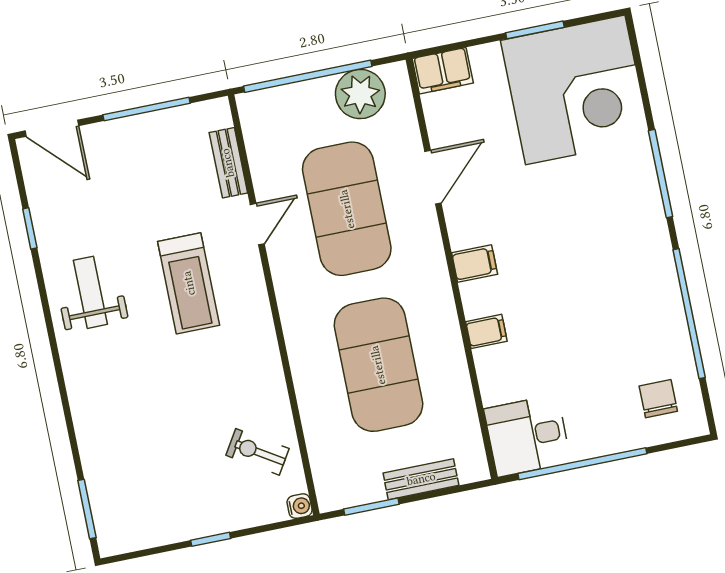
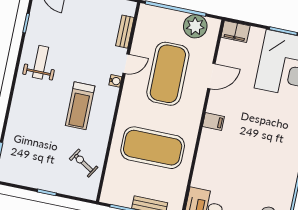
treadmill: (189, 283) -> (80, 106), moved
filing cabinet: (486, 331) -> (206, 153), removed
exercise mat: (378, 365) -> (153, 148), turned 90
water cooler: (300, 506) -> (115, 81), moved

